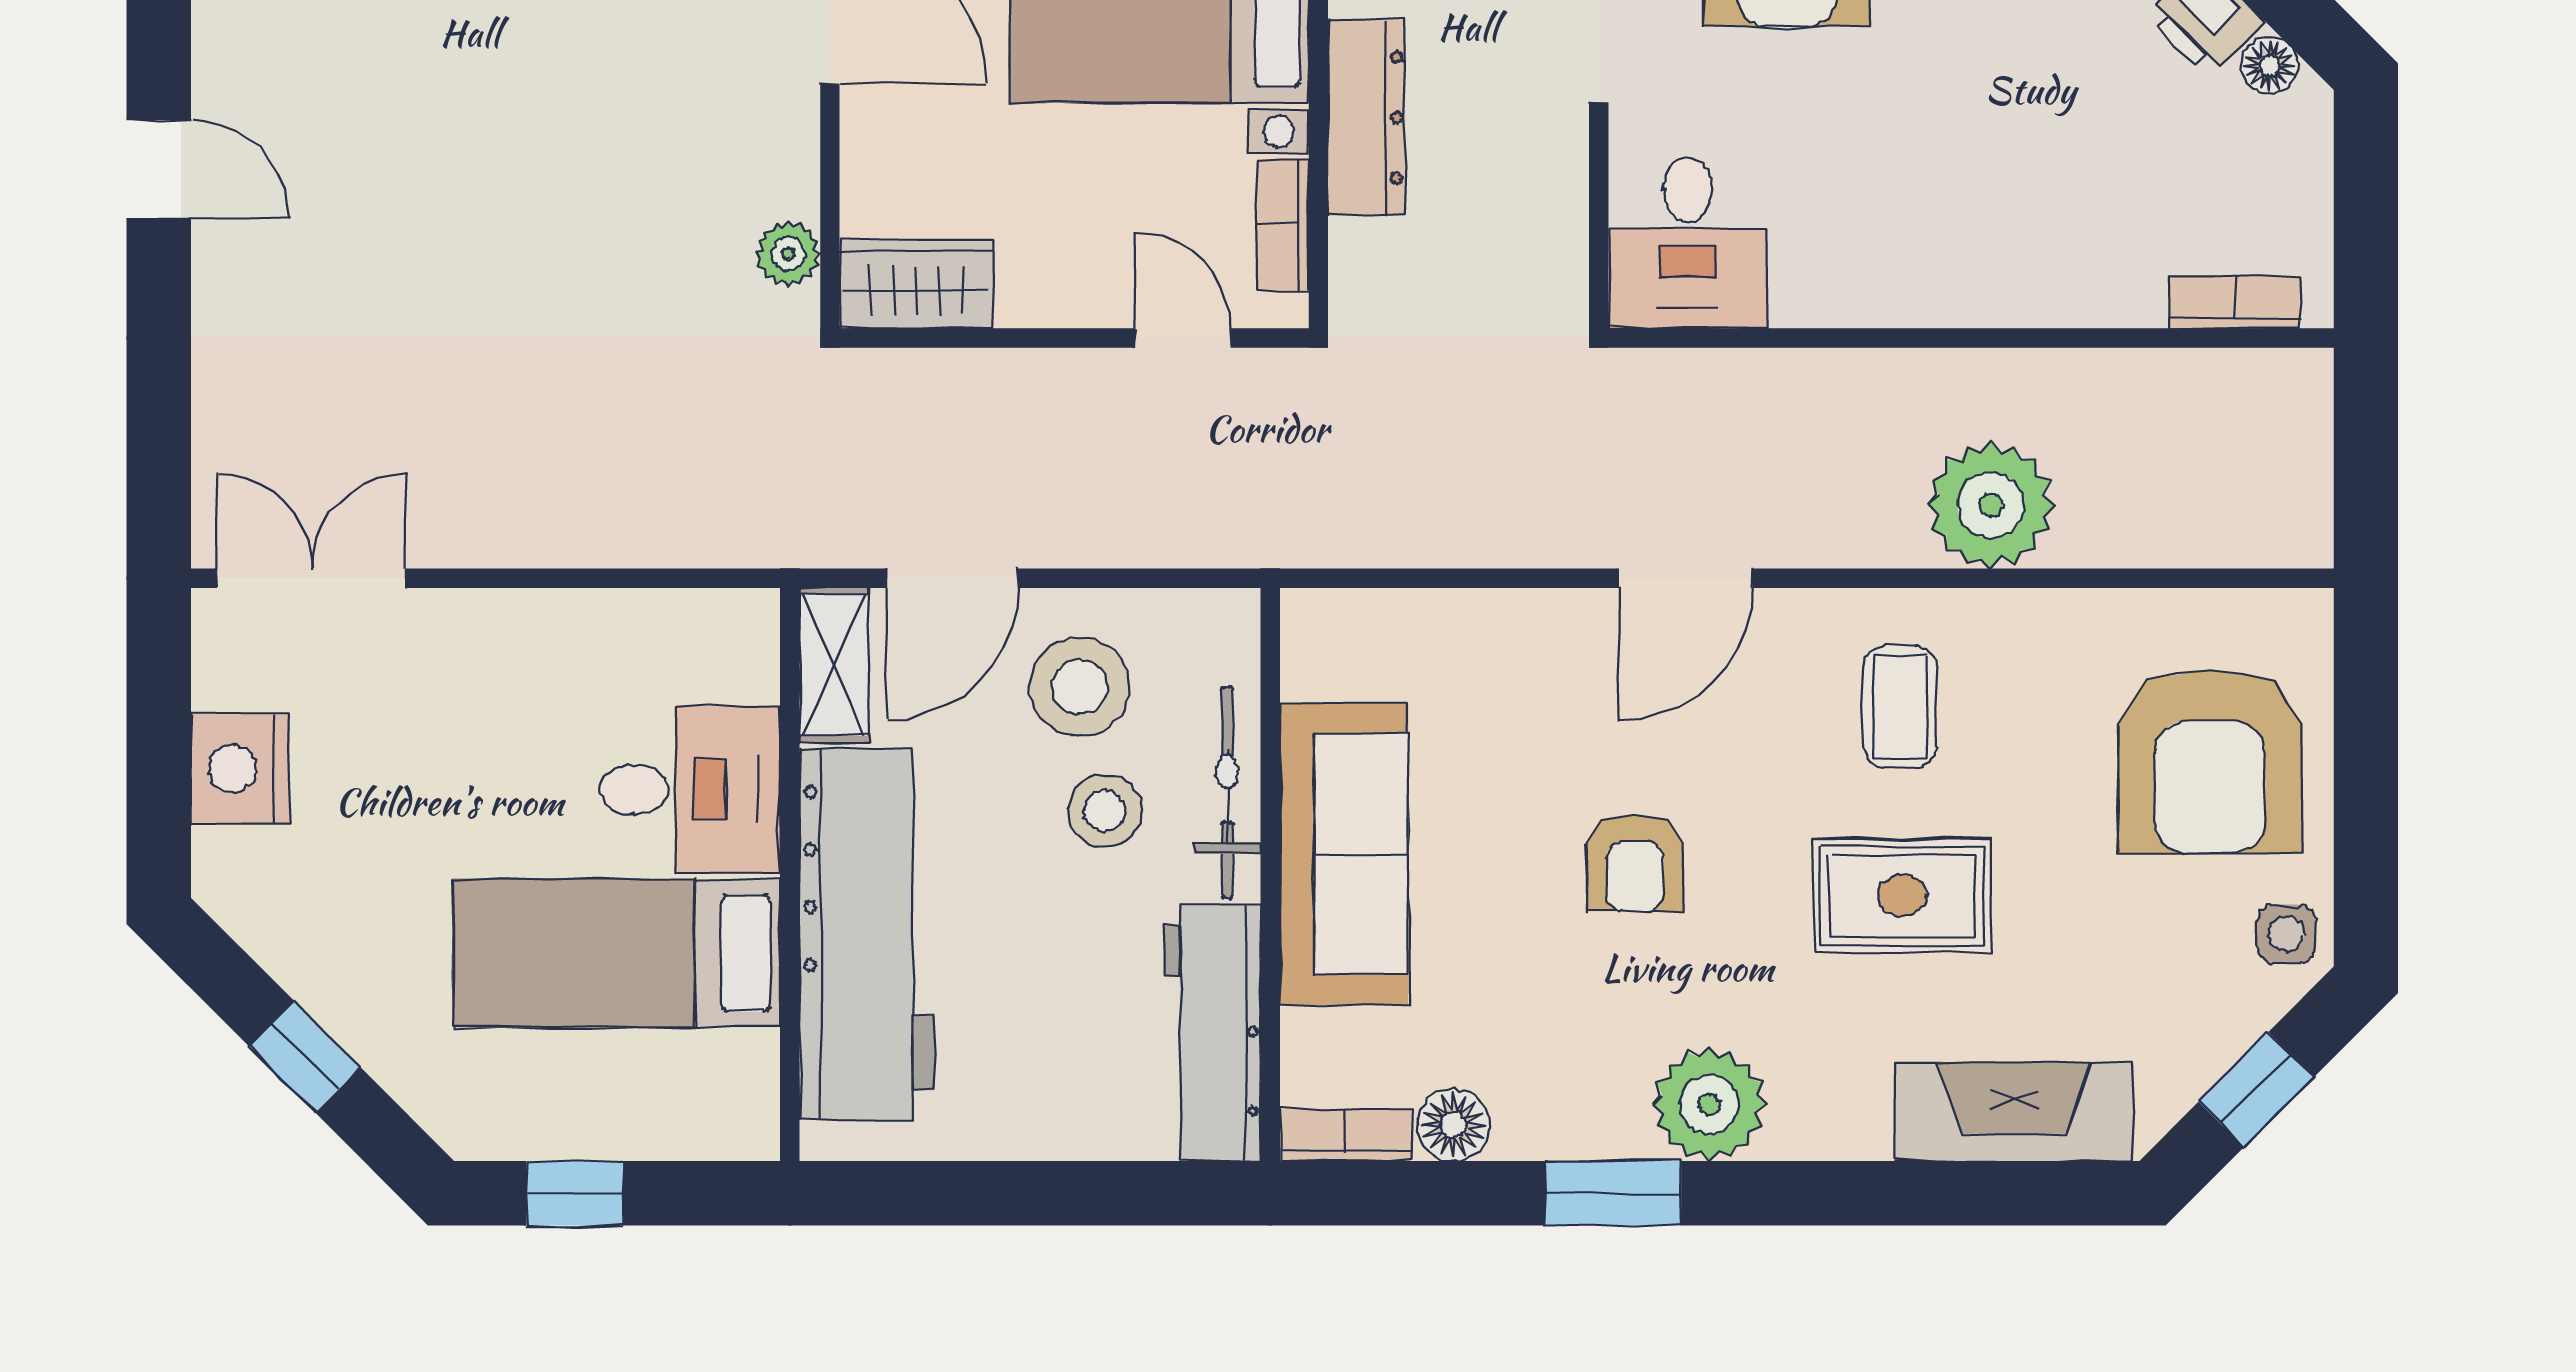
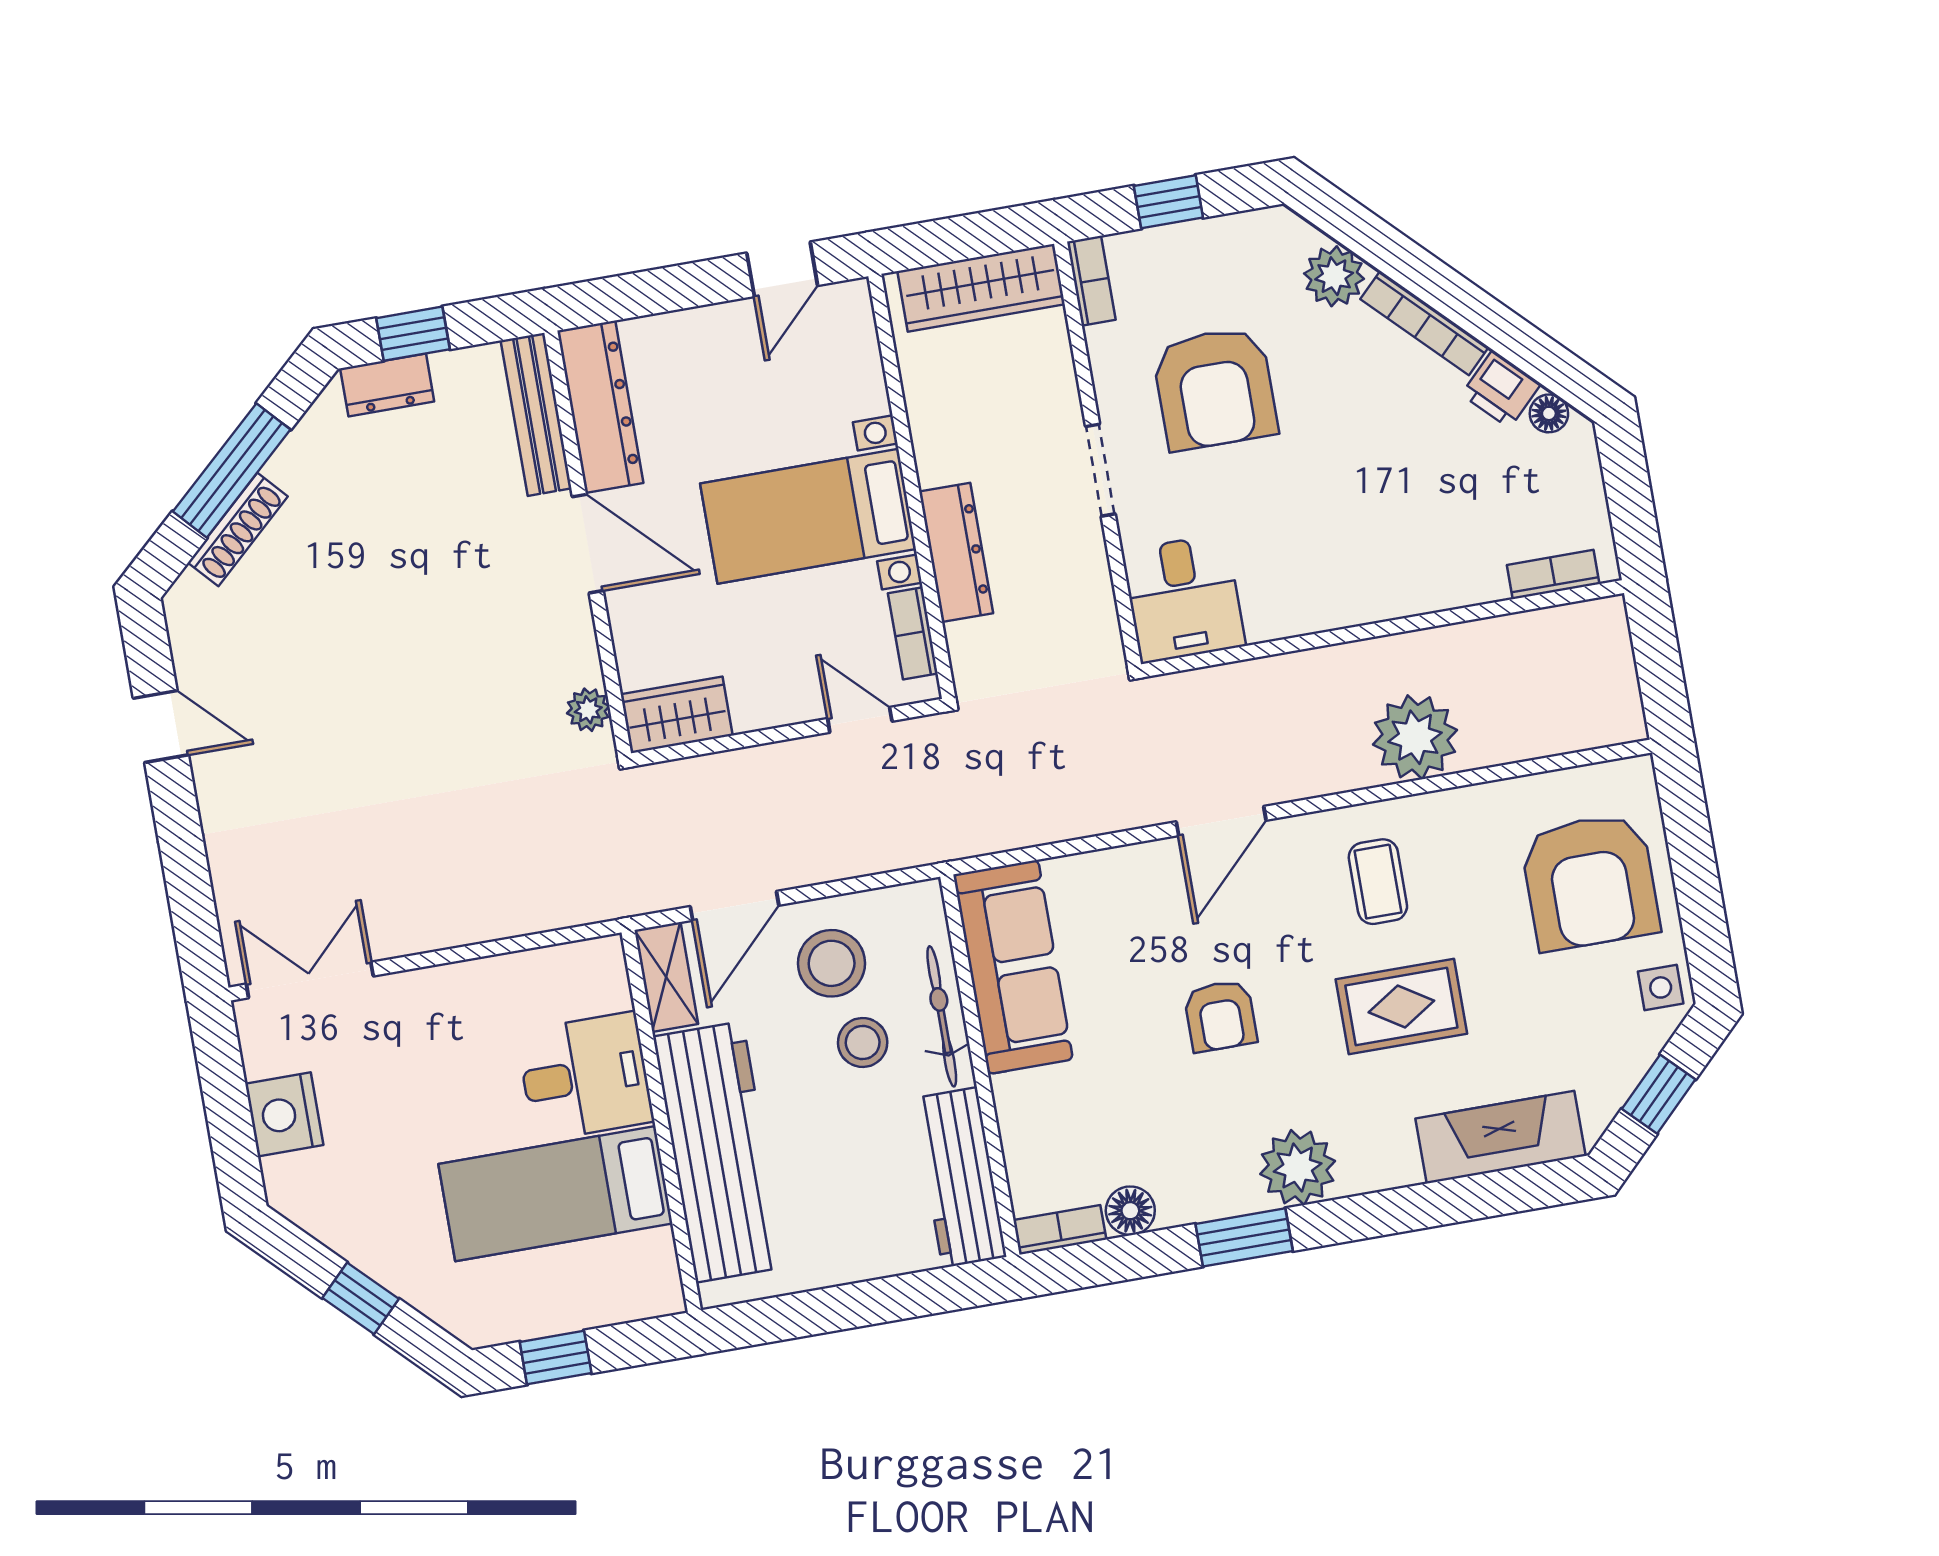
sofa: (1344, 854) -> (1013, 967), moved

